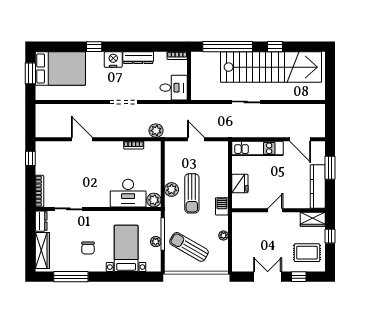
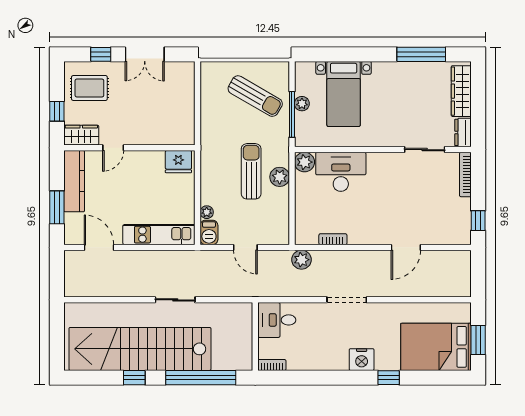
dresser: (138, 58) -> (326, 362), removed
door: (82, 139) -> (406, 247), hinge flipped
fridge: (240, 184) -> (178, 162), moved, turned -90
barbecue: (222, 206) -> (209, 232), moved
door: (275, 210) -> (113, 148), moved
plant: (223, 236) -> (207, 212), moved
chair: (88, 248) -> (397, 95), removed

